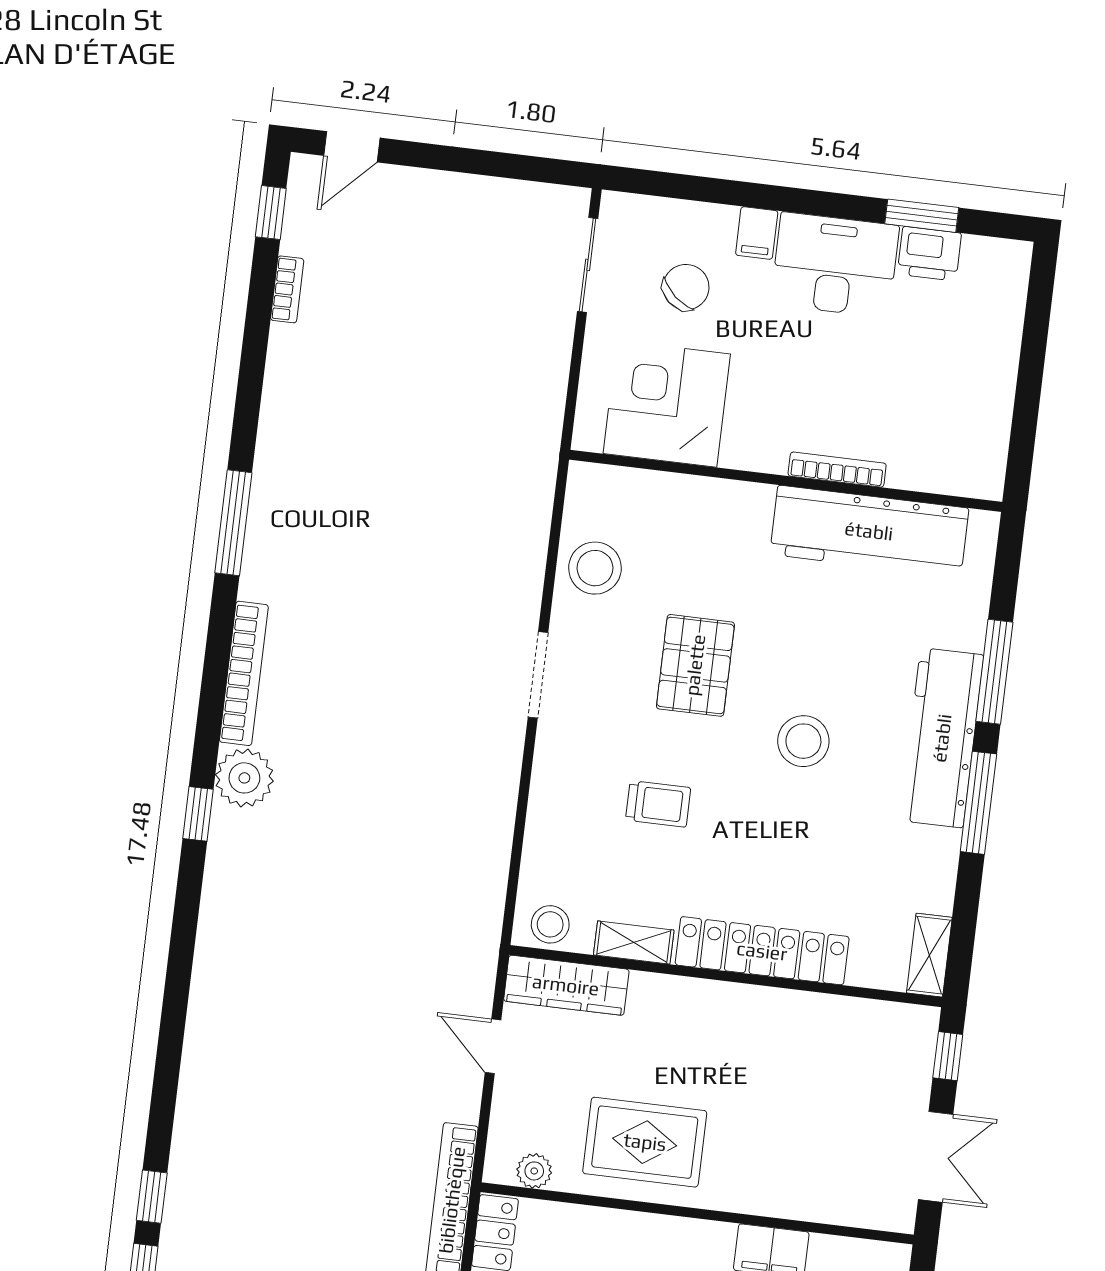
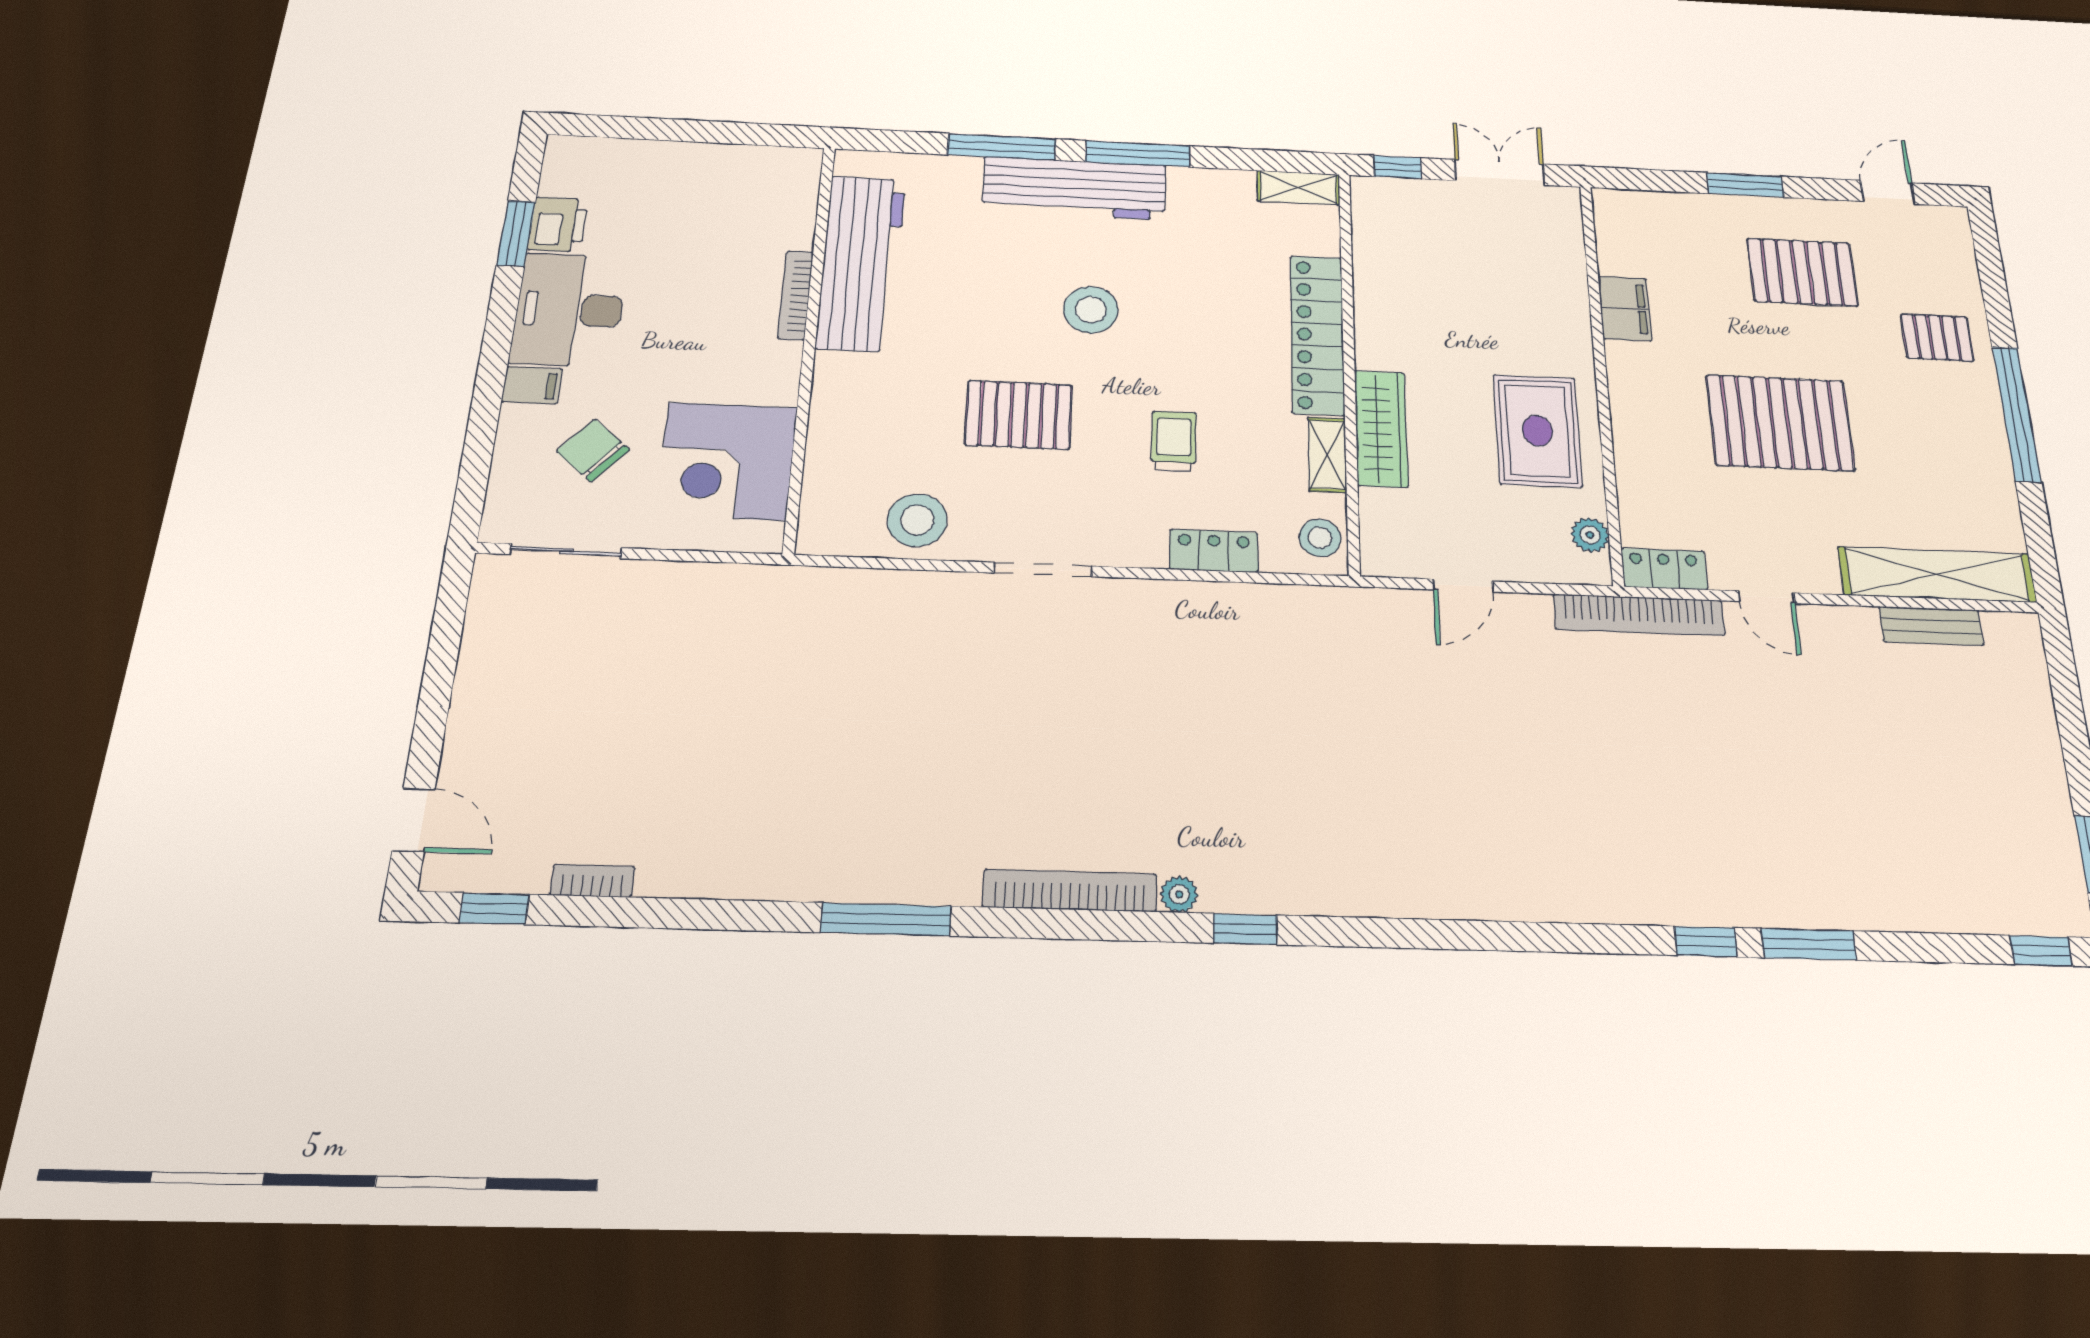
plant: (244, 778) -> (1179, 894), width x0.53, depth x0.53
locker: (545, 828) -> (1214, 551), added
wardrobe: (566, 985) -> (1381, 429), moved

